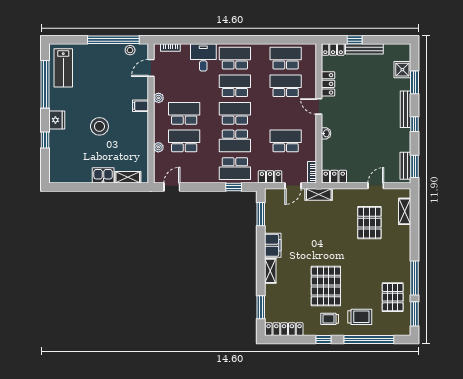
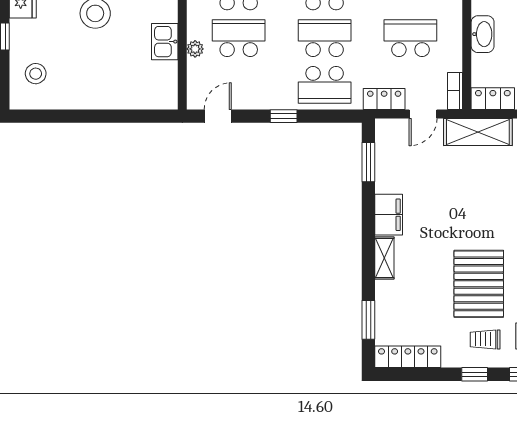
washbasin: (326, 133) -> (483, 34), width x1.91, depth x1.45
school desk: (235, 141) -> (325, 38), turned 180
stool: (64, 162) -> (36, 74), added
kitchen sink: (103, 175) -> (165, 42), moved, turned -90
shelving: (128, 177) -> (143, 100), removed
window: (234, 187) -> (284, 116), moved
shelving: (319, 194) -> (478, 132), width x1.50, depth x1.33

